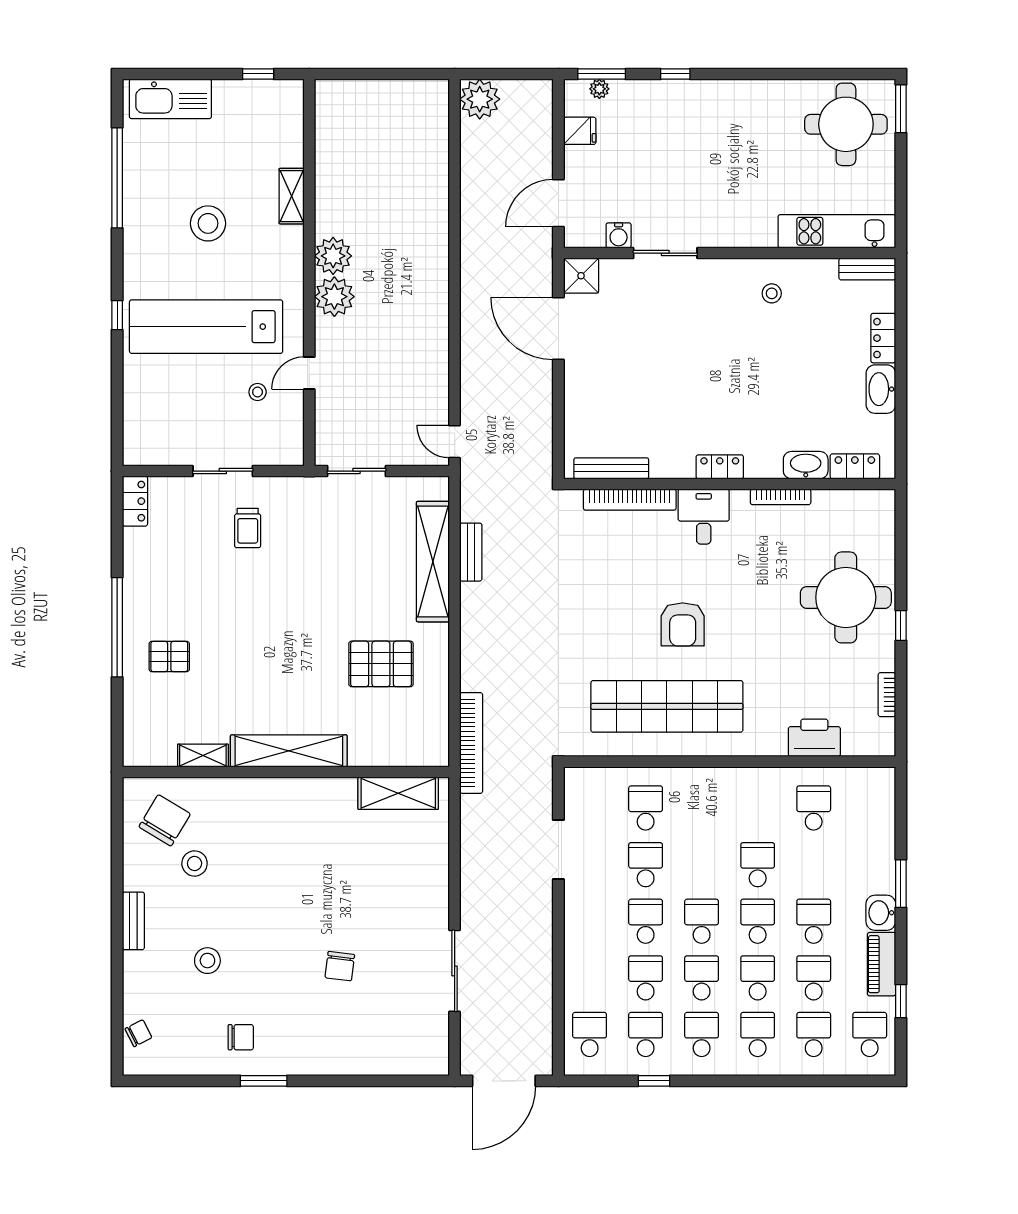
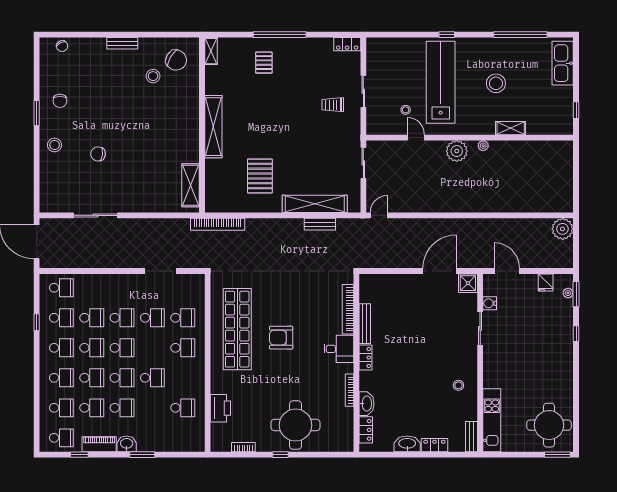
plant: (333, 256) -> (483, 146), width x0.53, depth x0.53
bench: (611, 468) -> (365, 324), moved
shelving: (203, 755) -> (211, 51), moved
school desk: (702, 808) -> (183, 348), added
stool: (207, 961) -> (55, 145), moved

